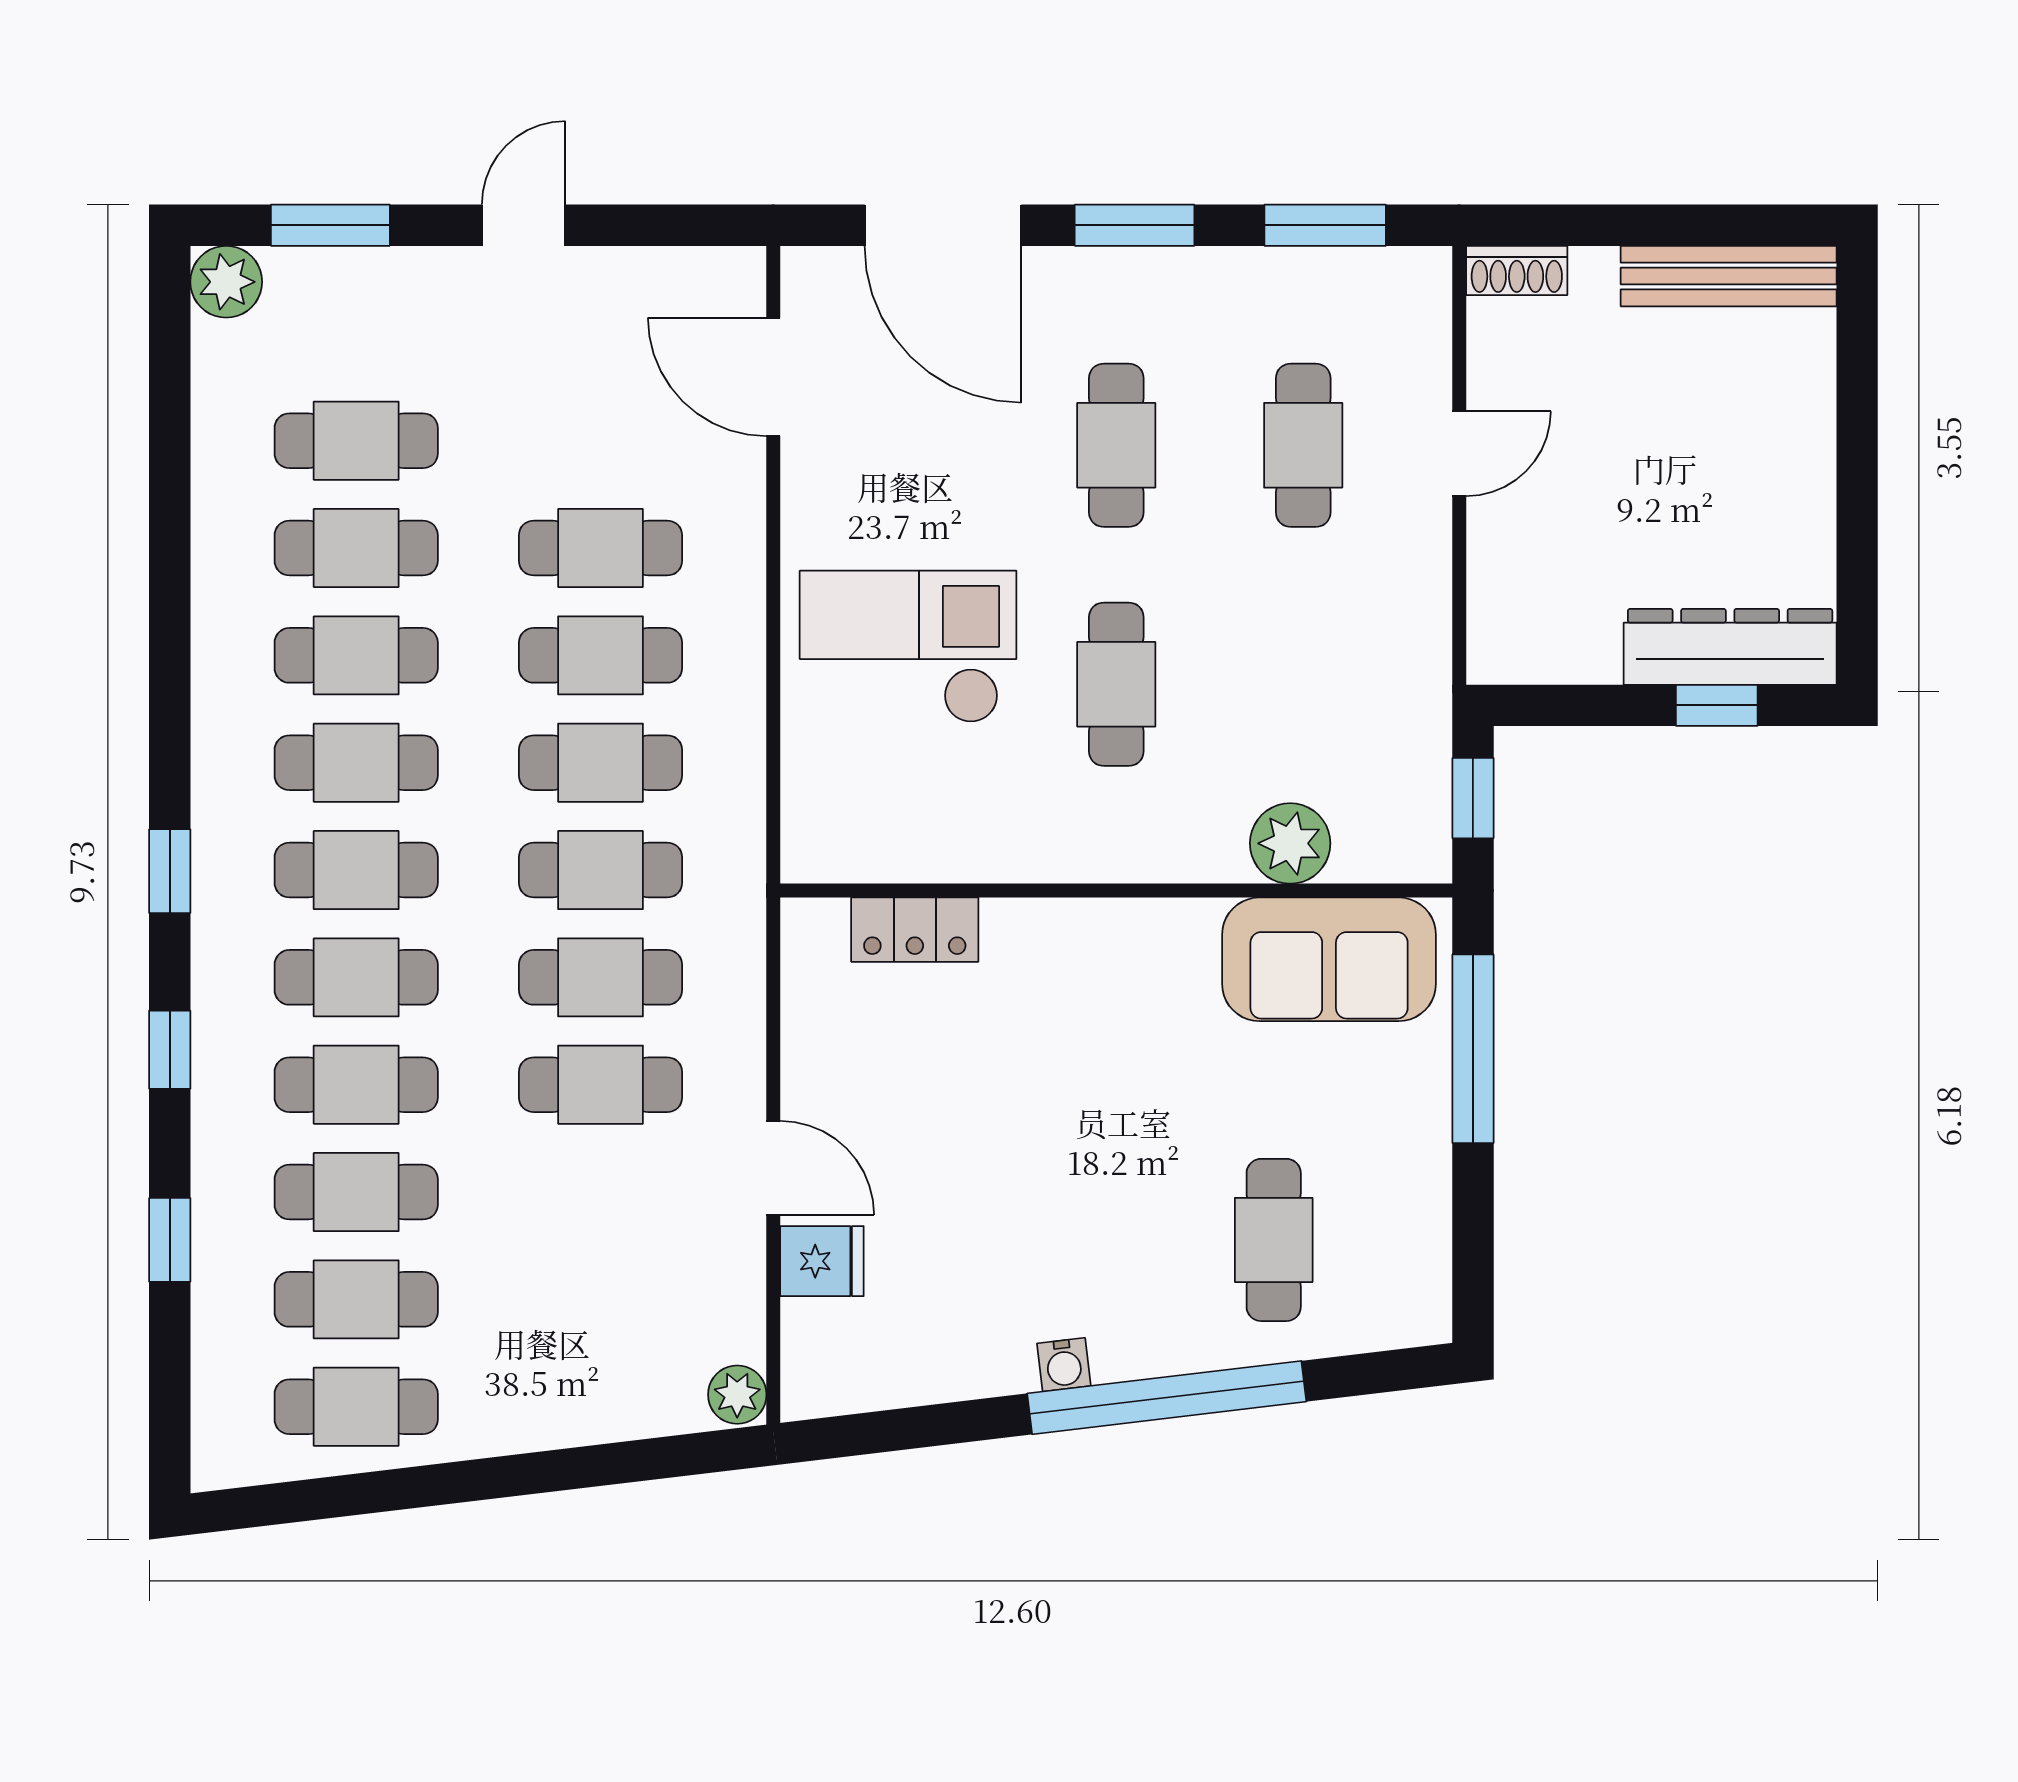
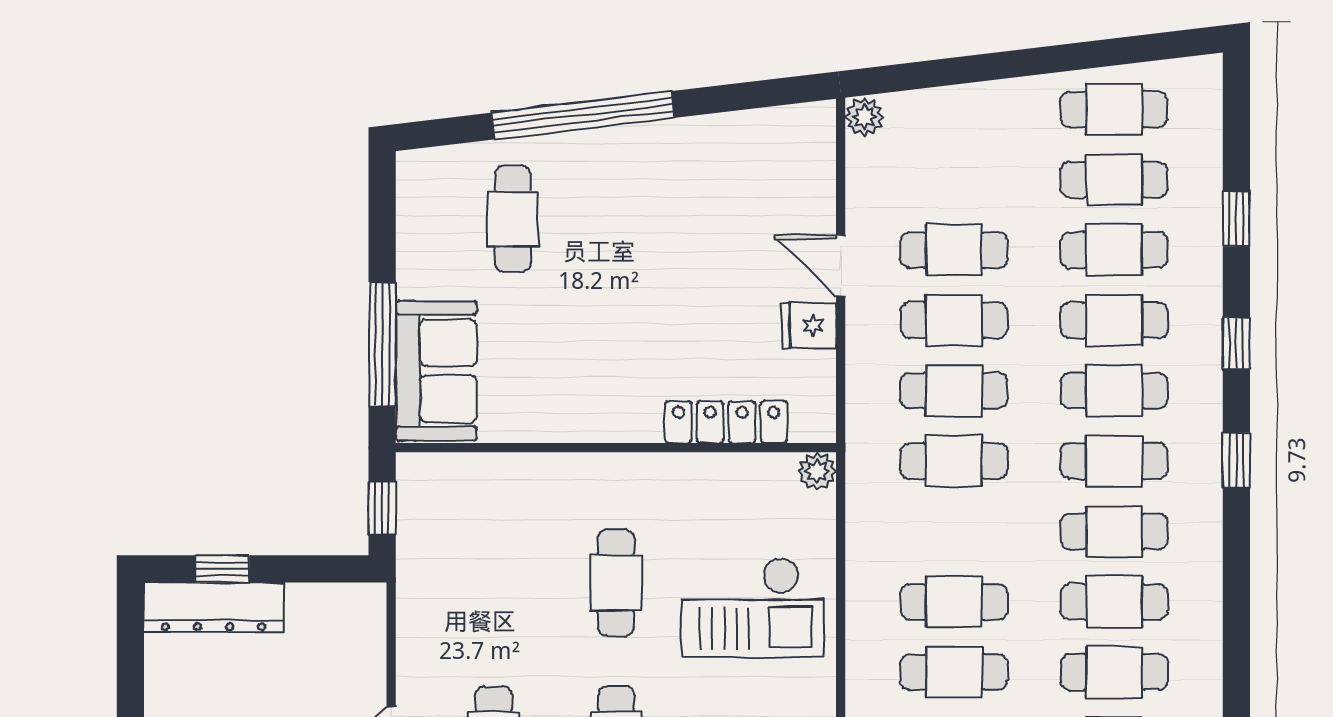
cafe table: (601, 763) -> (954, 250), moved
plant: (1290, 843) -> (817, 471), moved, width x0.73, depth x0.73
locker: (915, 930) -> (726, 422), width x1.53
sofa: (1329, 959) -> (436, 371), moved, turned 90
fridge: (822, 1261) -> (809, 326), moved
water cooler: (1064, 1365) -> (650, 137), removed

